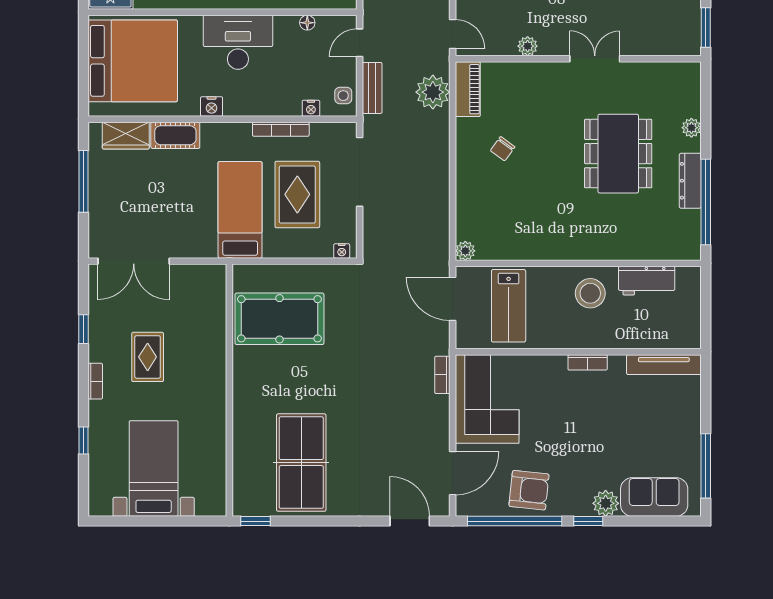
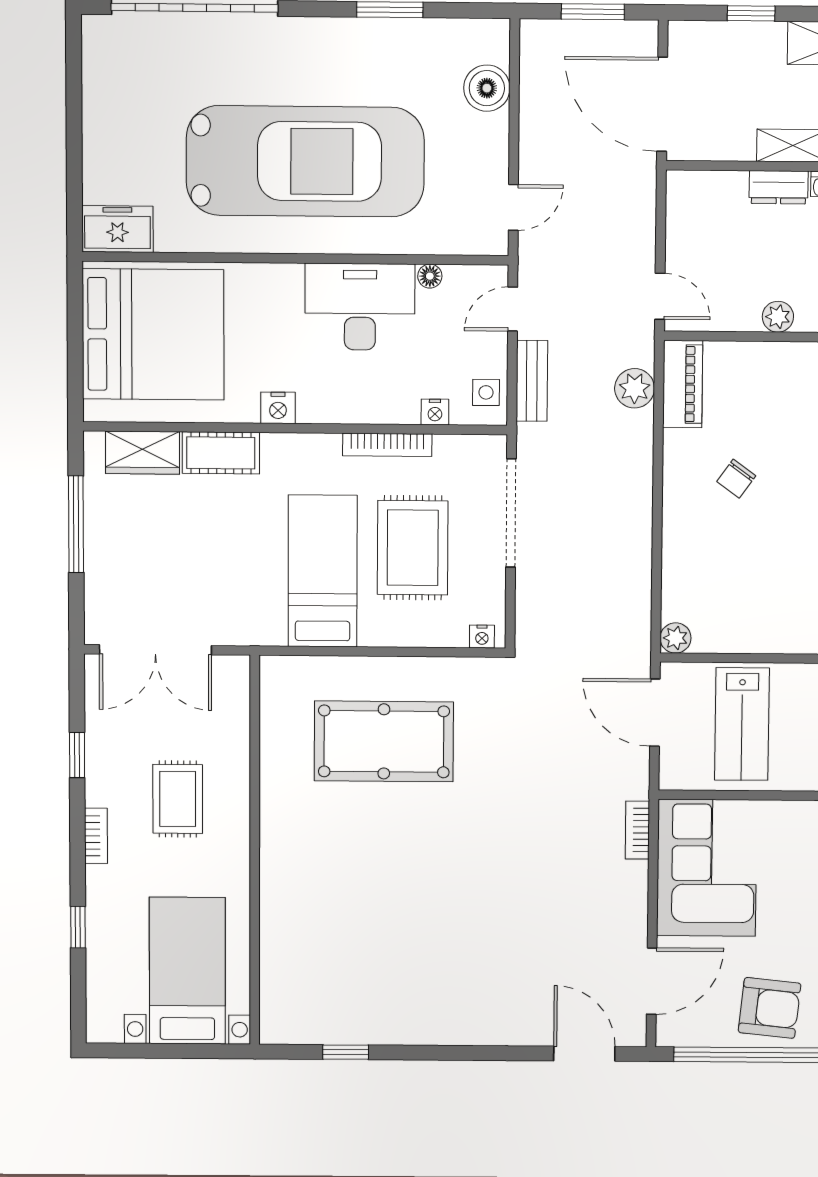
desk: (238, 42) -> (360, 307), moved
plant: (433, 92) -> (635, 388), width x0.73, depth x0.73
wall: (229, 390) -> (255, 851), moved
table tennis table: (301, 463) -> (417, 963), removed

